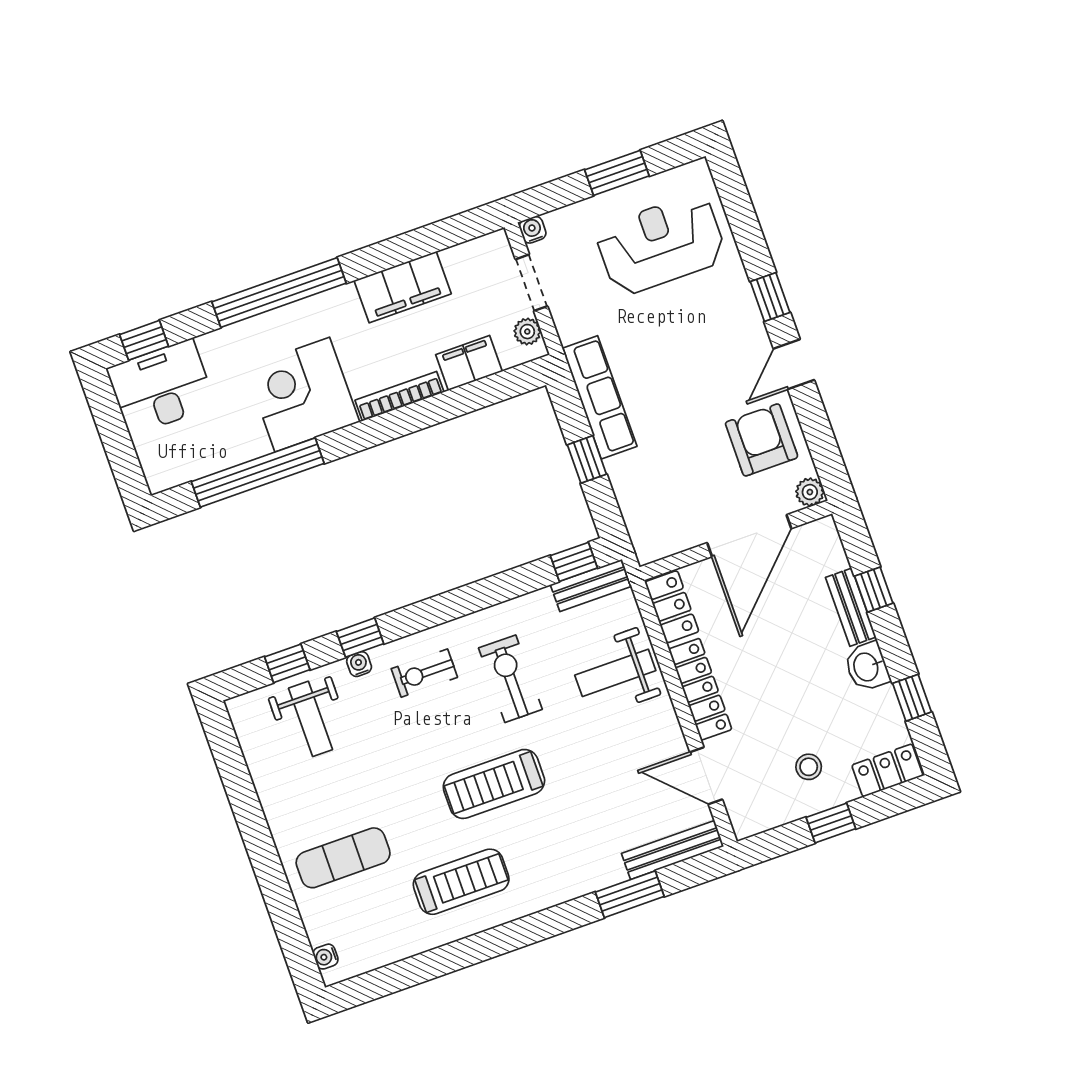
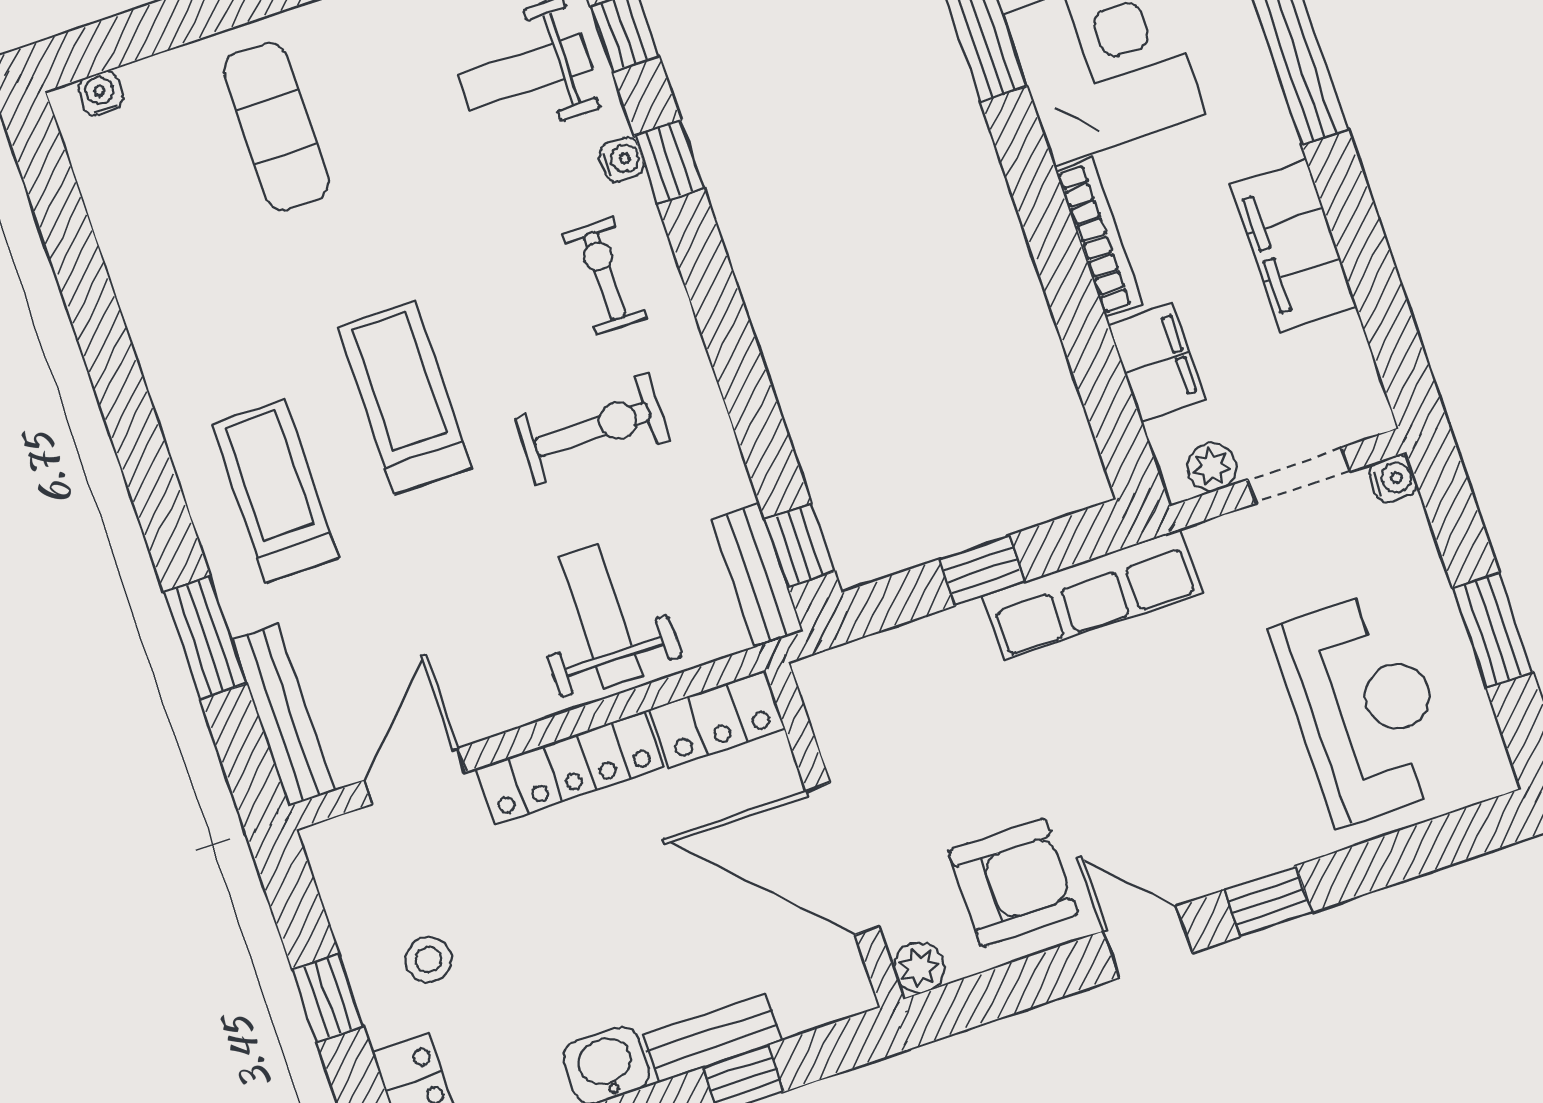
treadmill: (461, 882) -> (275, 491), moved, turned 180

